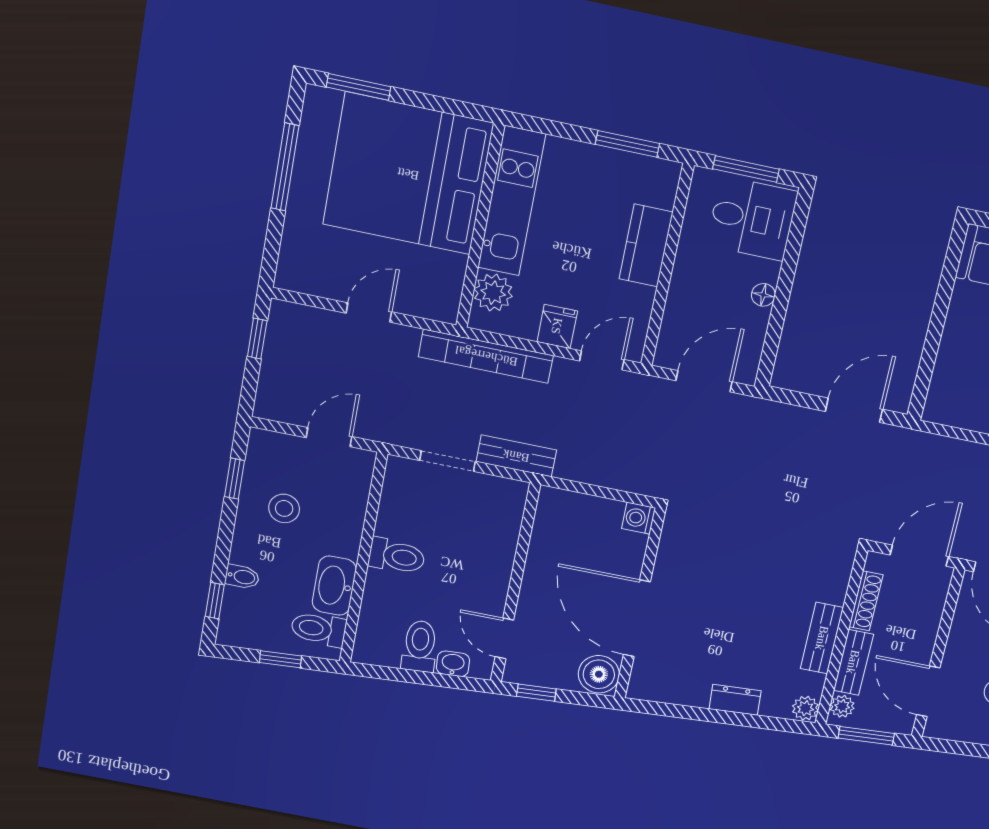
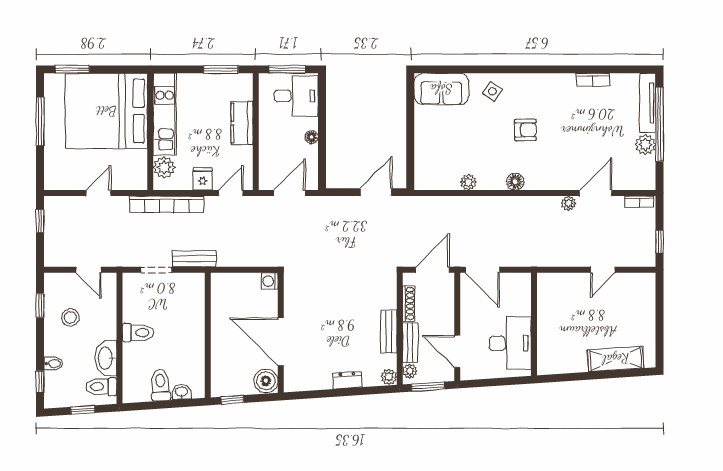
door: (329, 437) -> (89, 270), swing flipped
door: (504, 638) -> (208, 370), removed

